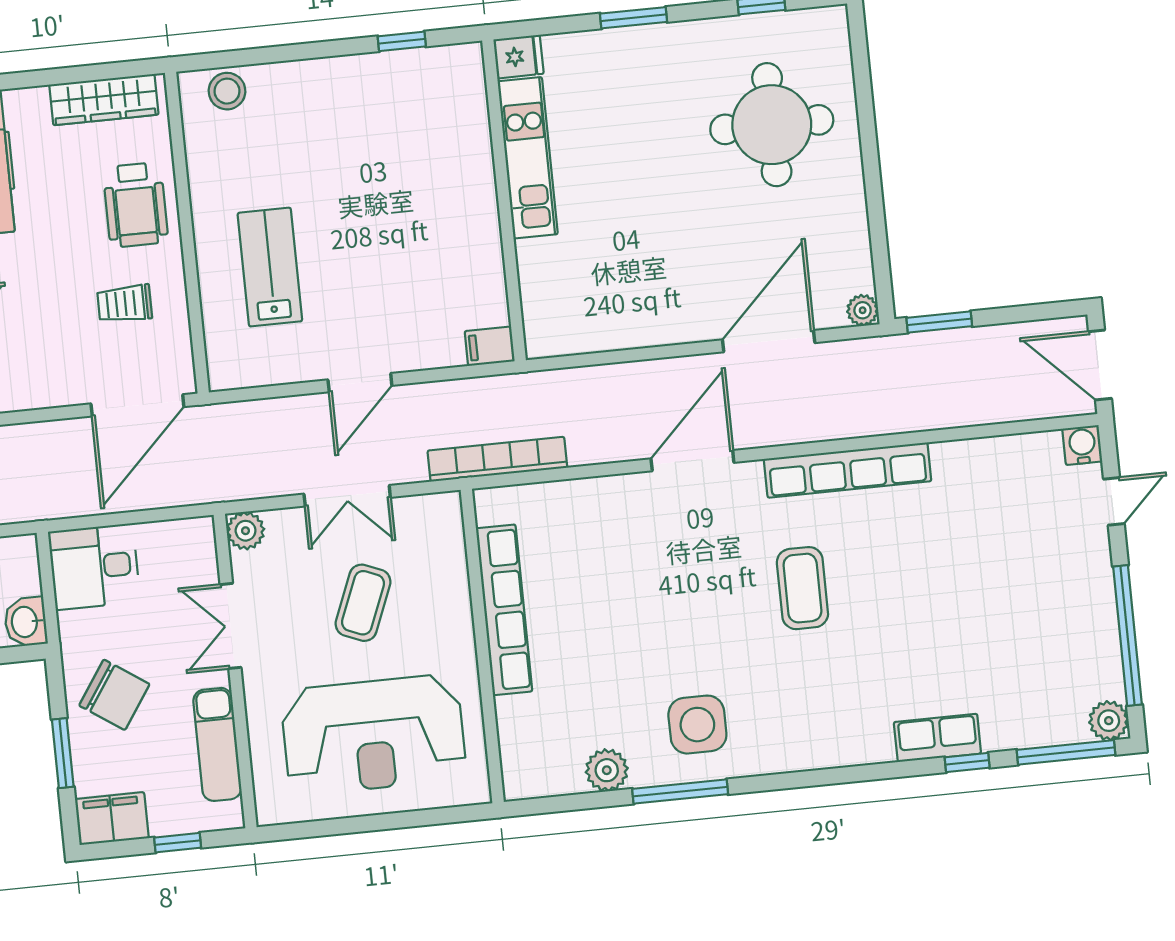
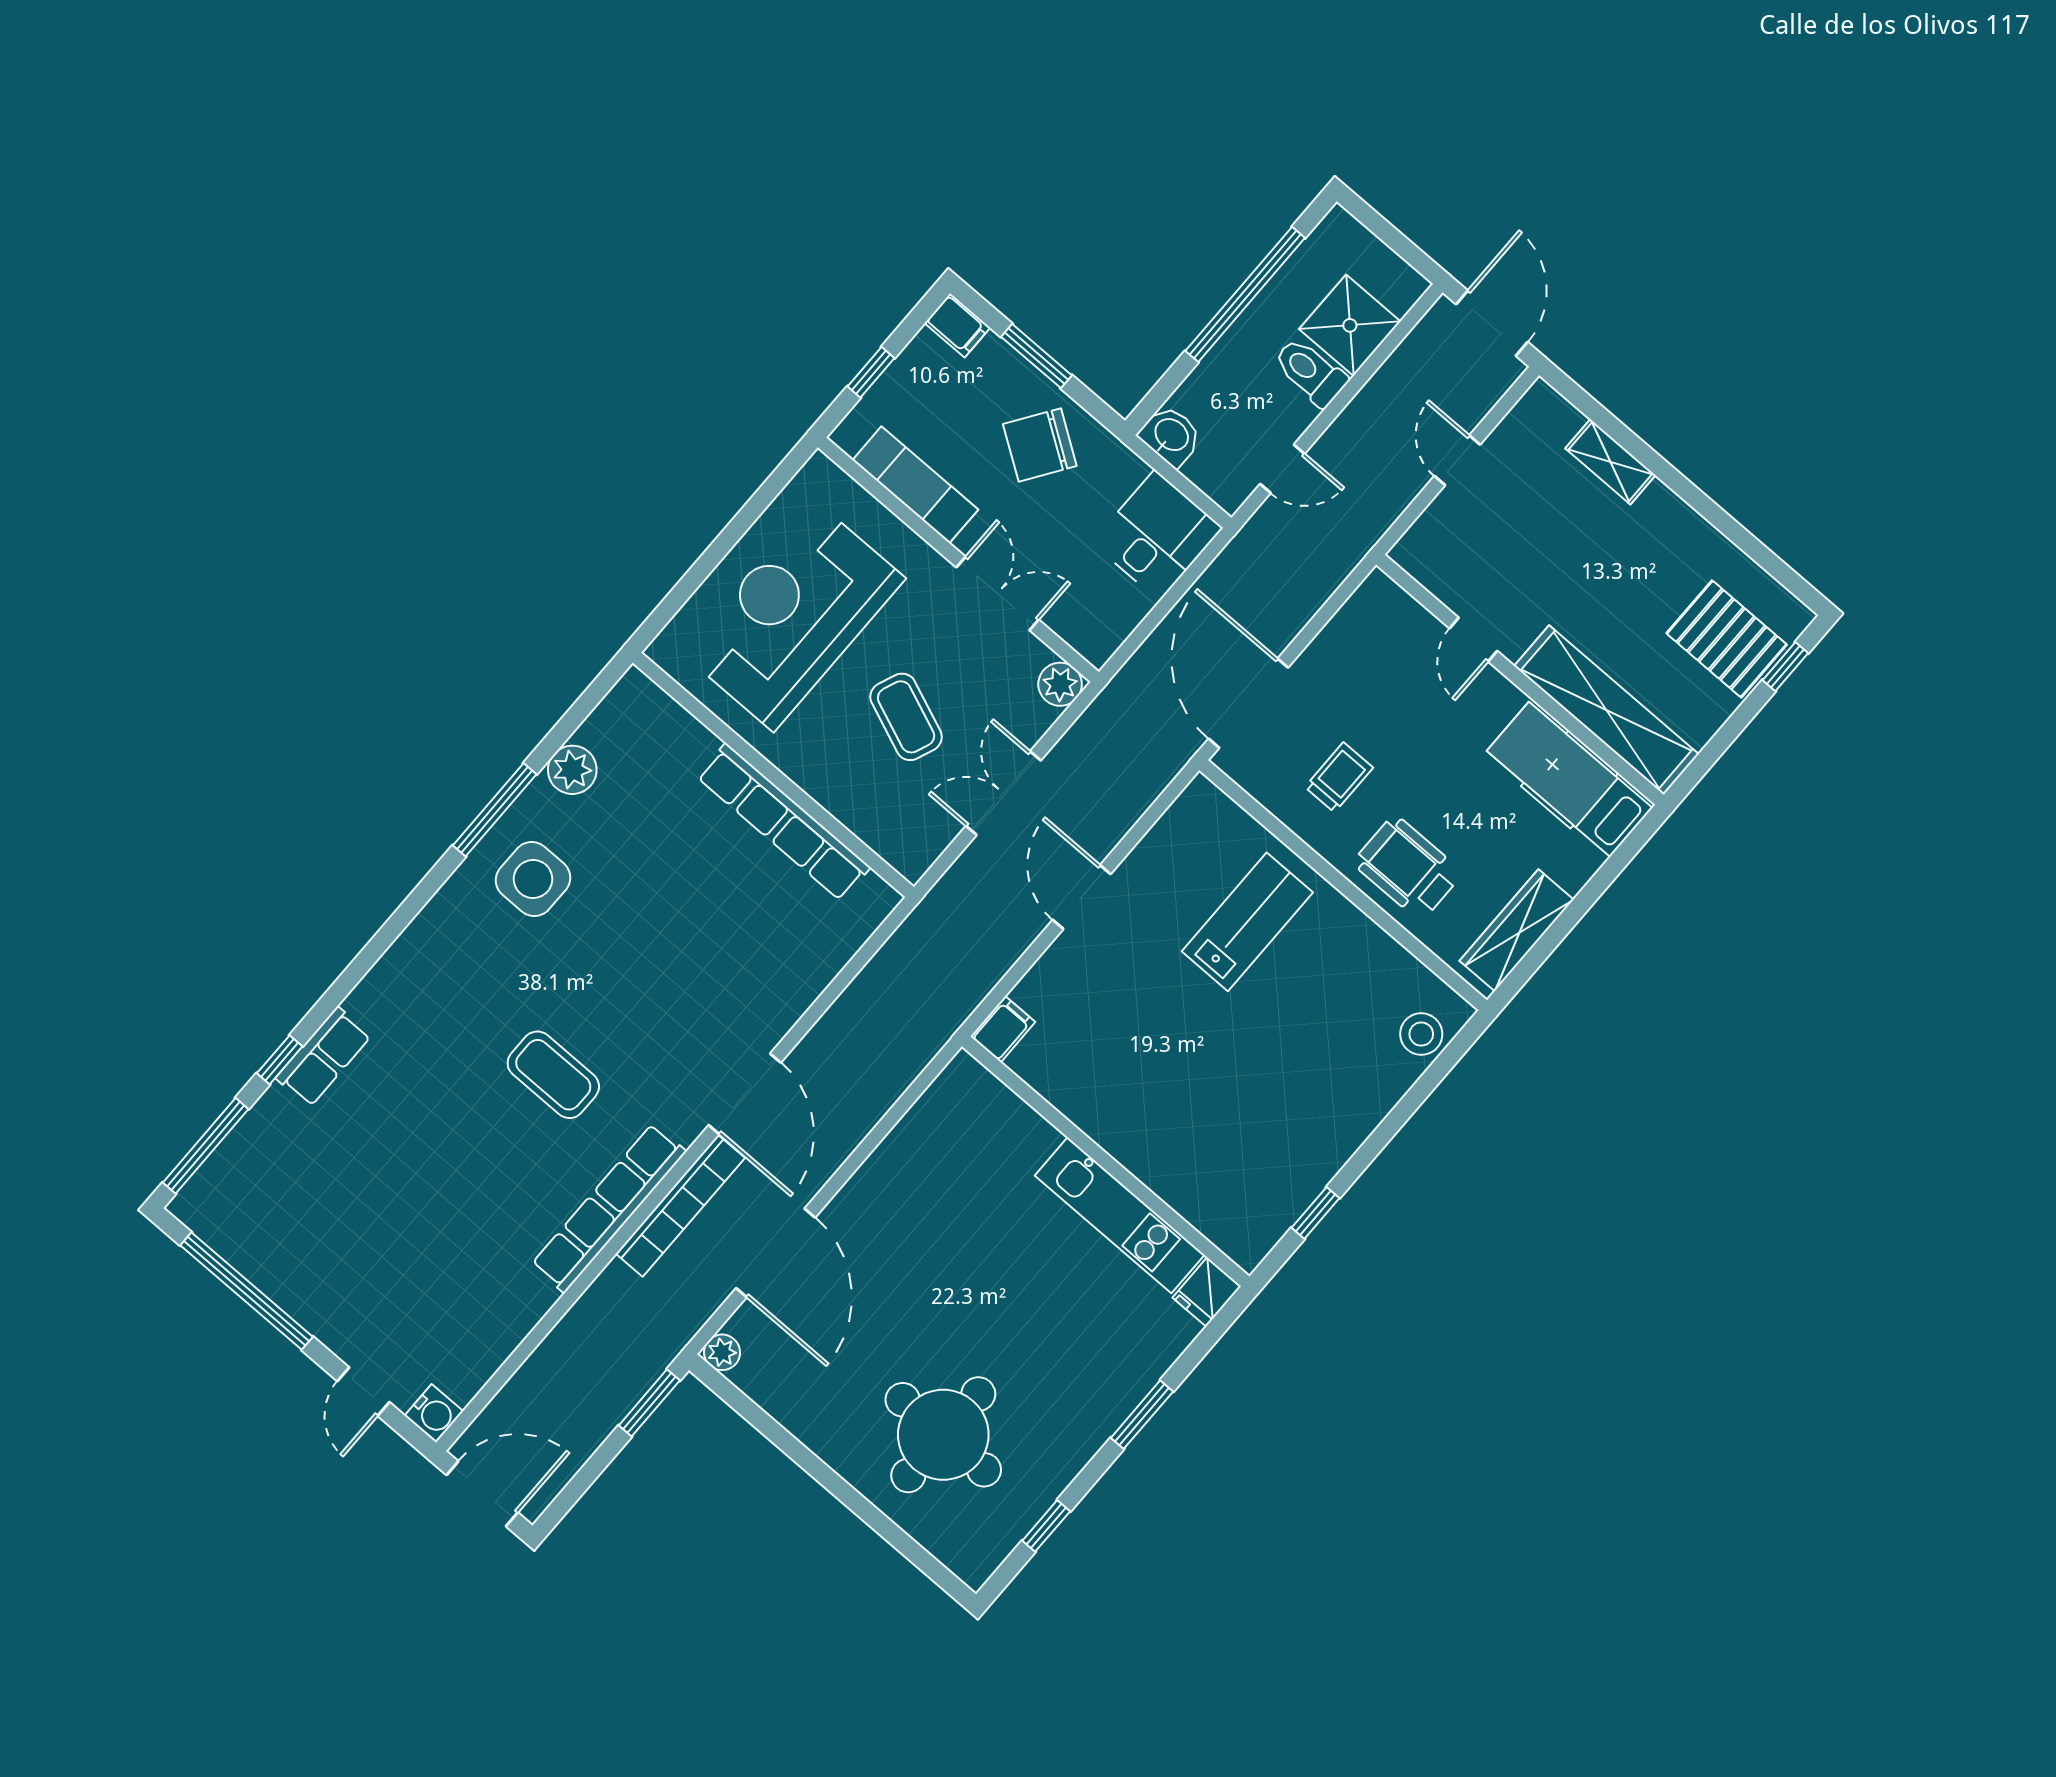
lab bench: (270, 267) -> (1247, 922), turned -90
bookcase: (497, 459) -> (680, 1206), moved
plant: (1109, 721) -> (195, 1206), removed
filing cabinet: (112, 819) -> (957, 325), width x0.50

